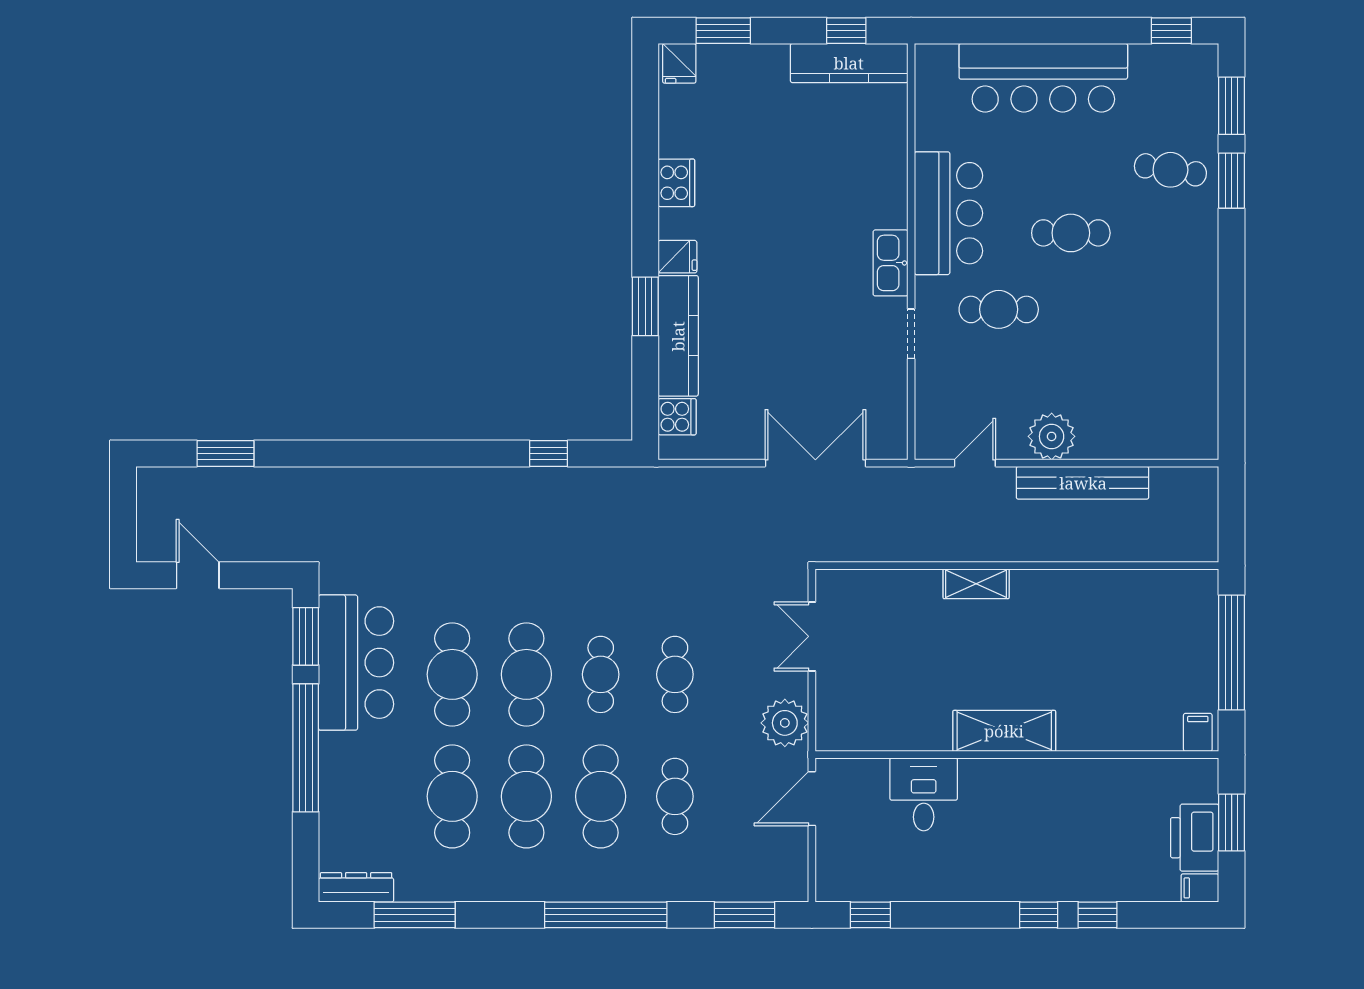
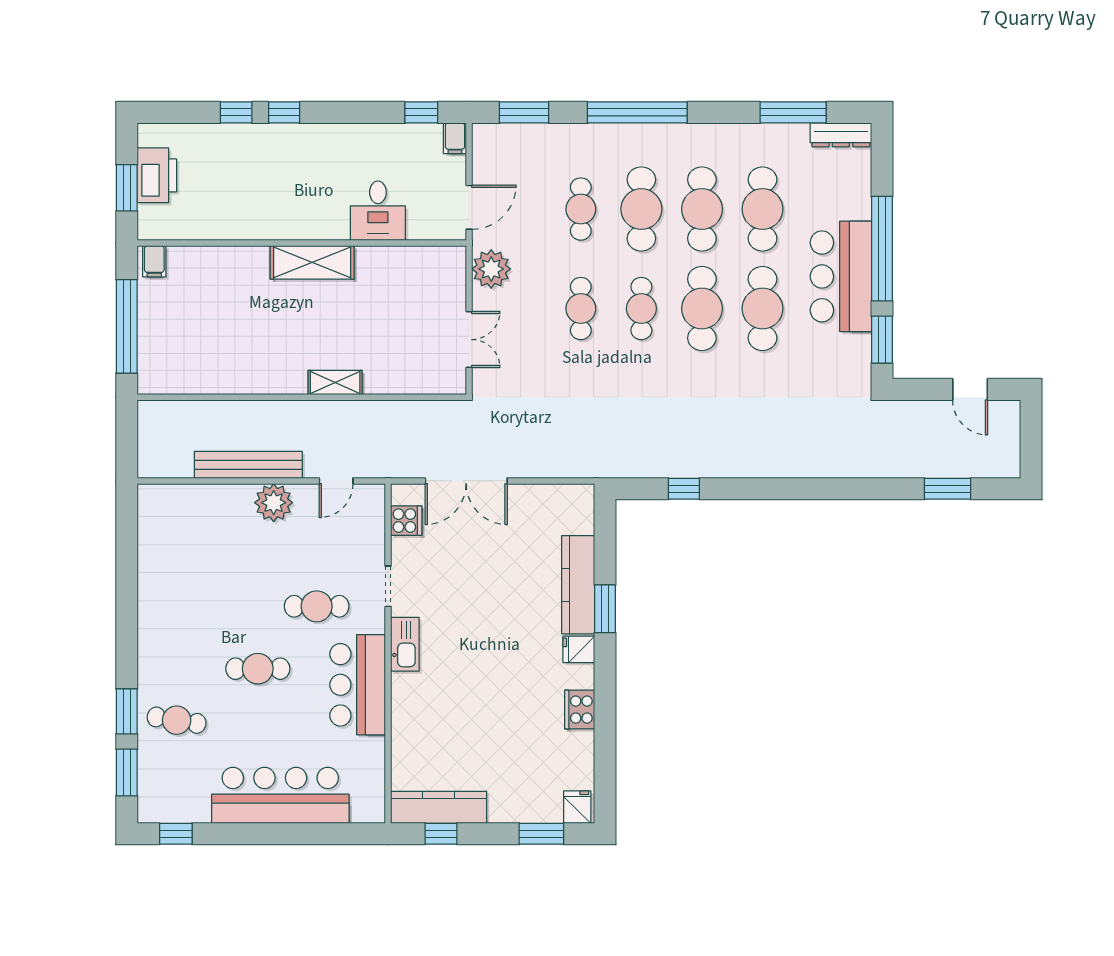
cooker: (677, 417) -> (406, 521), moved, turned 180
bar counter: (356, 663) -> (841, 276), moved
filing cabinet: (1200, 888) -> (455, 138), moved, turned 90

